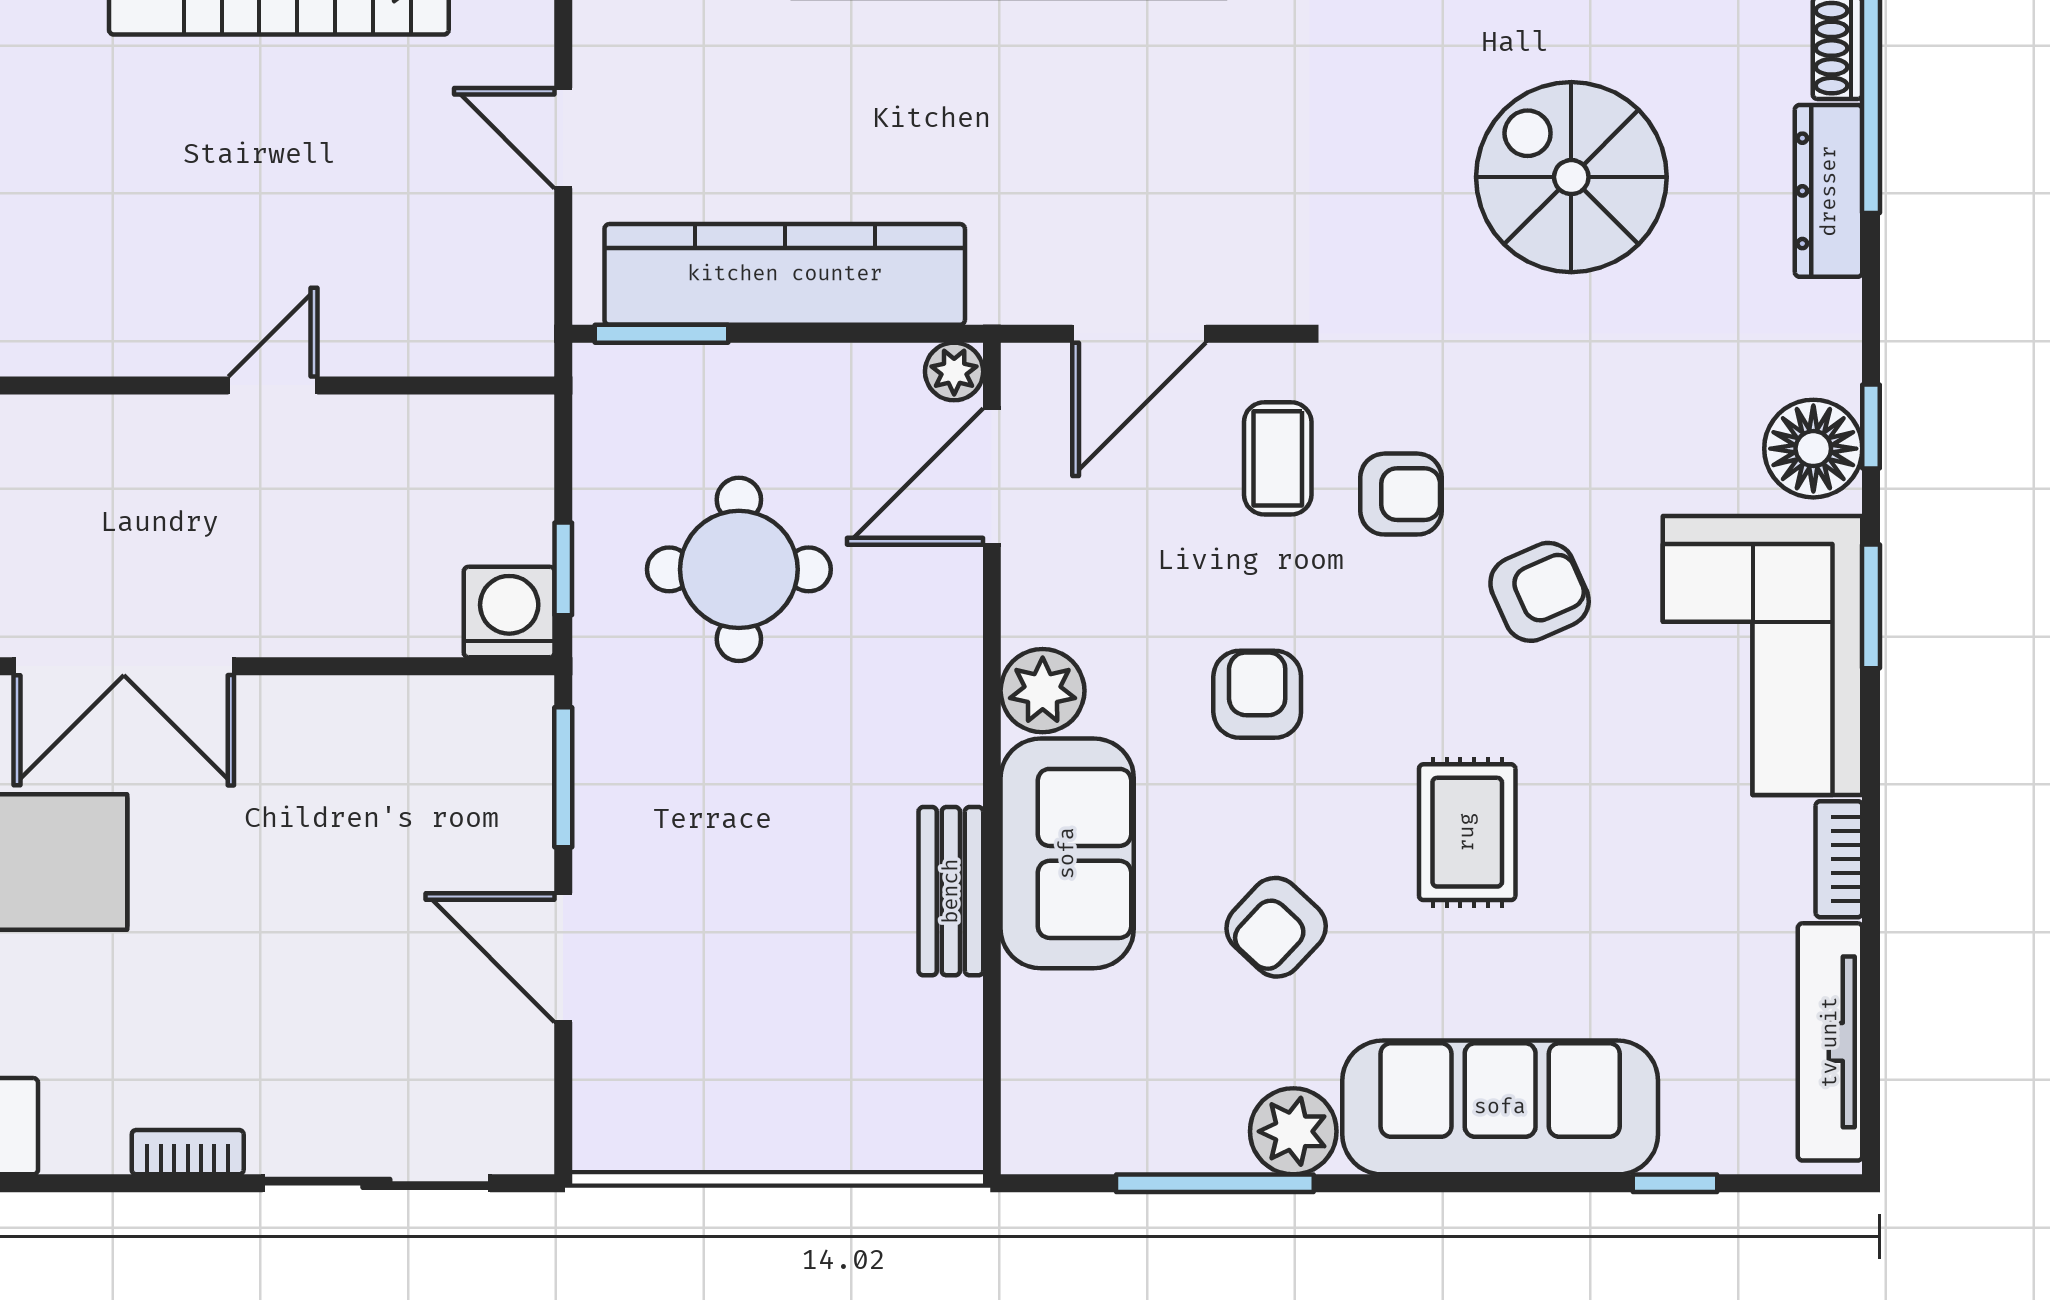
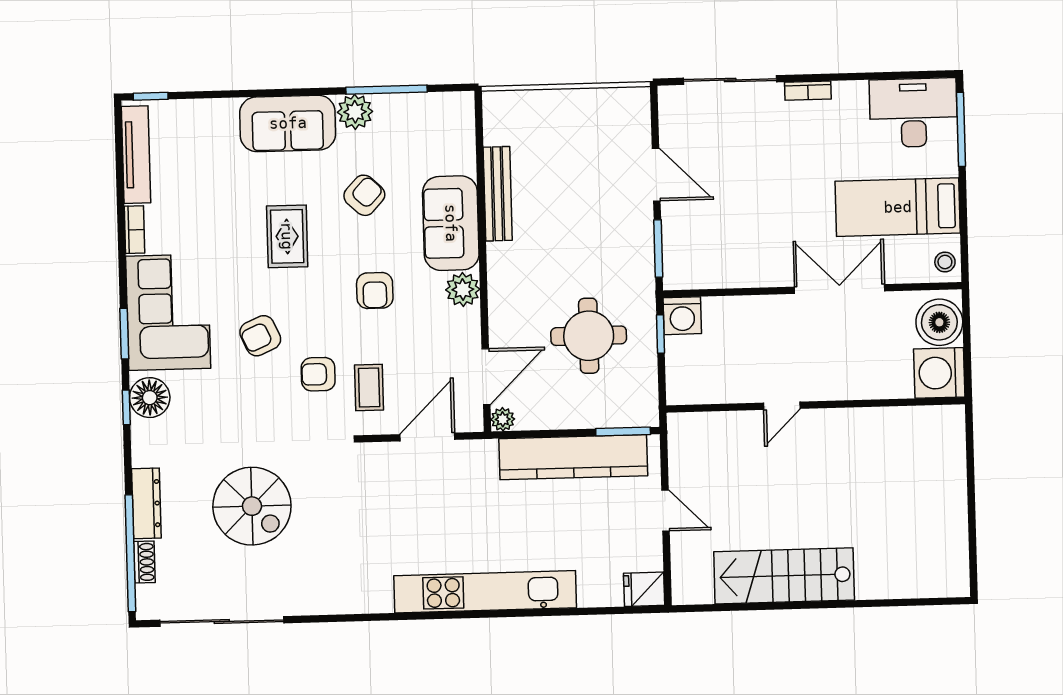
bench: (951, 891) -> (498, 194), width x1.36
sofa: (1500, 1107) -> (288, 123), width x0.73
window: (1675, 1183) -> (151, 96), moved

